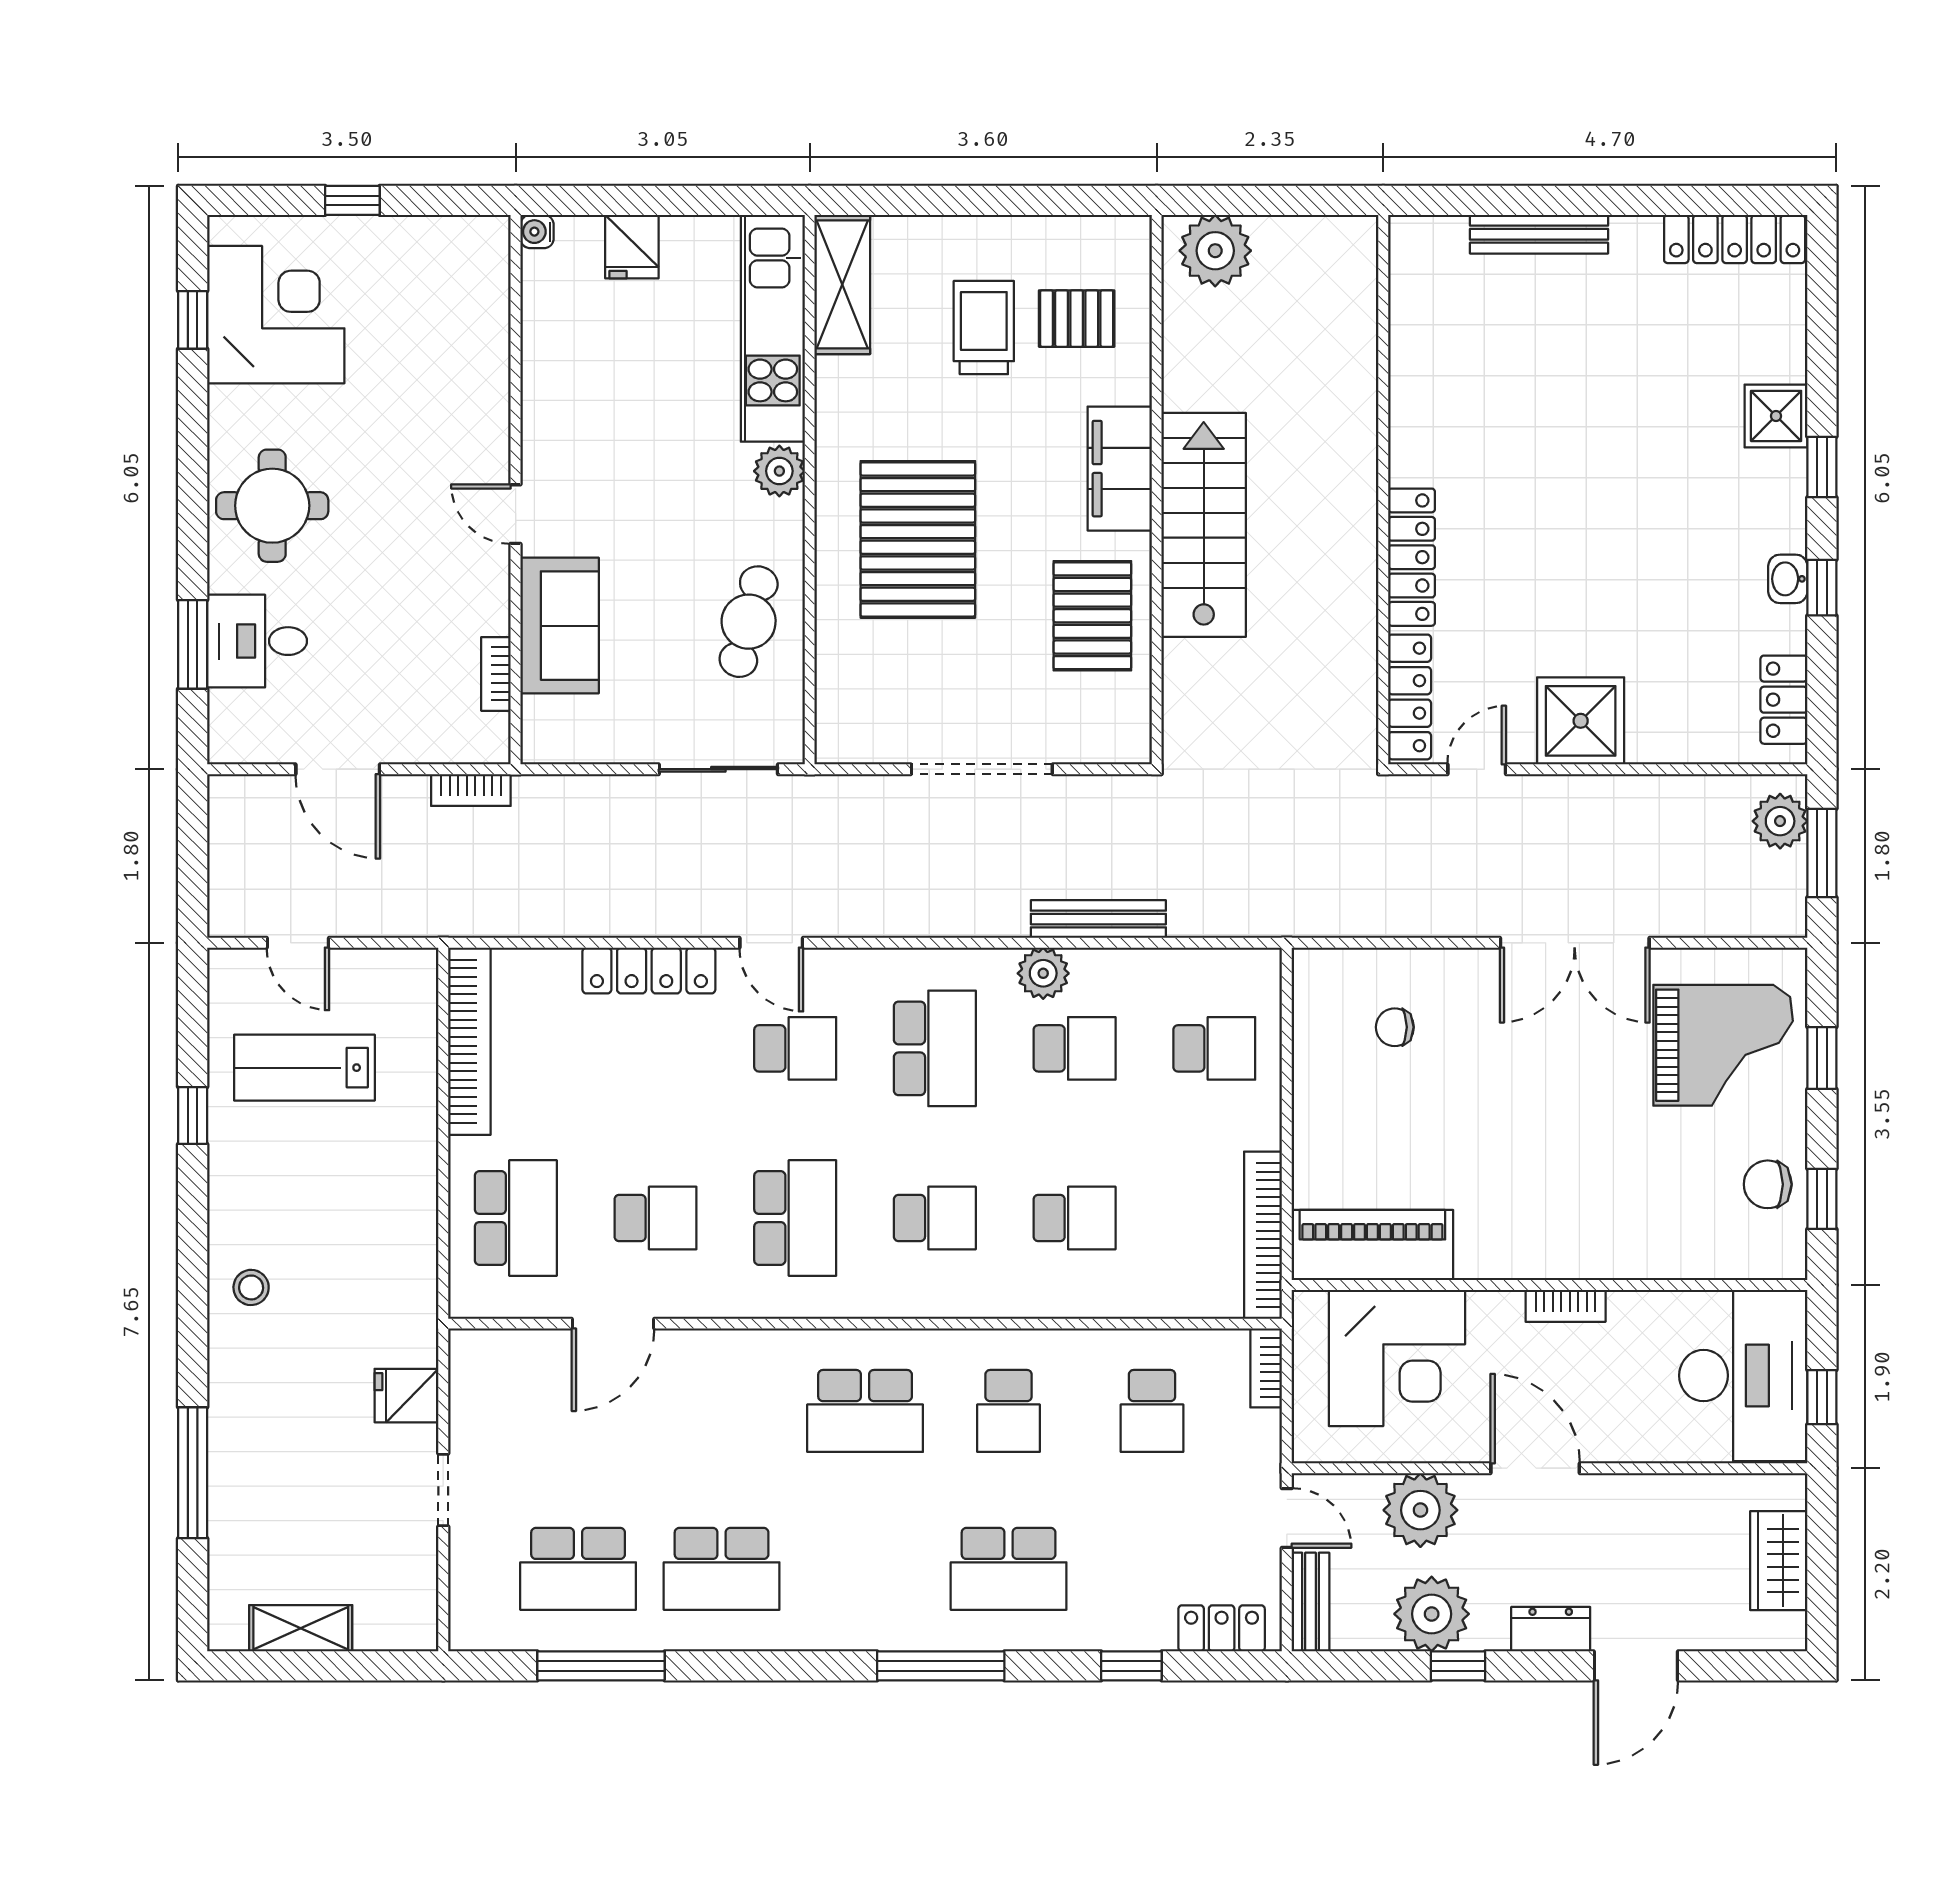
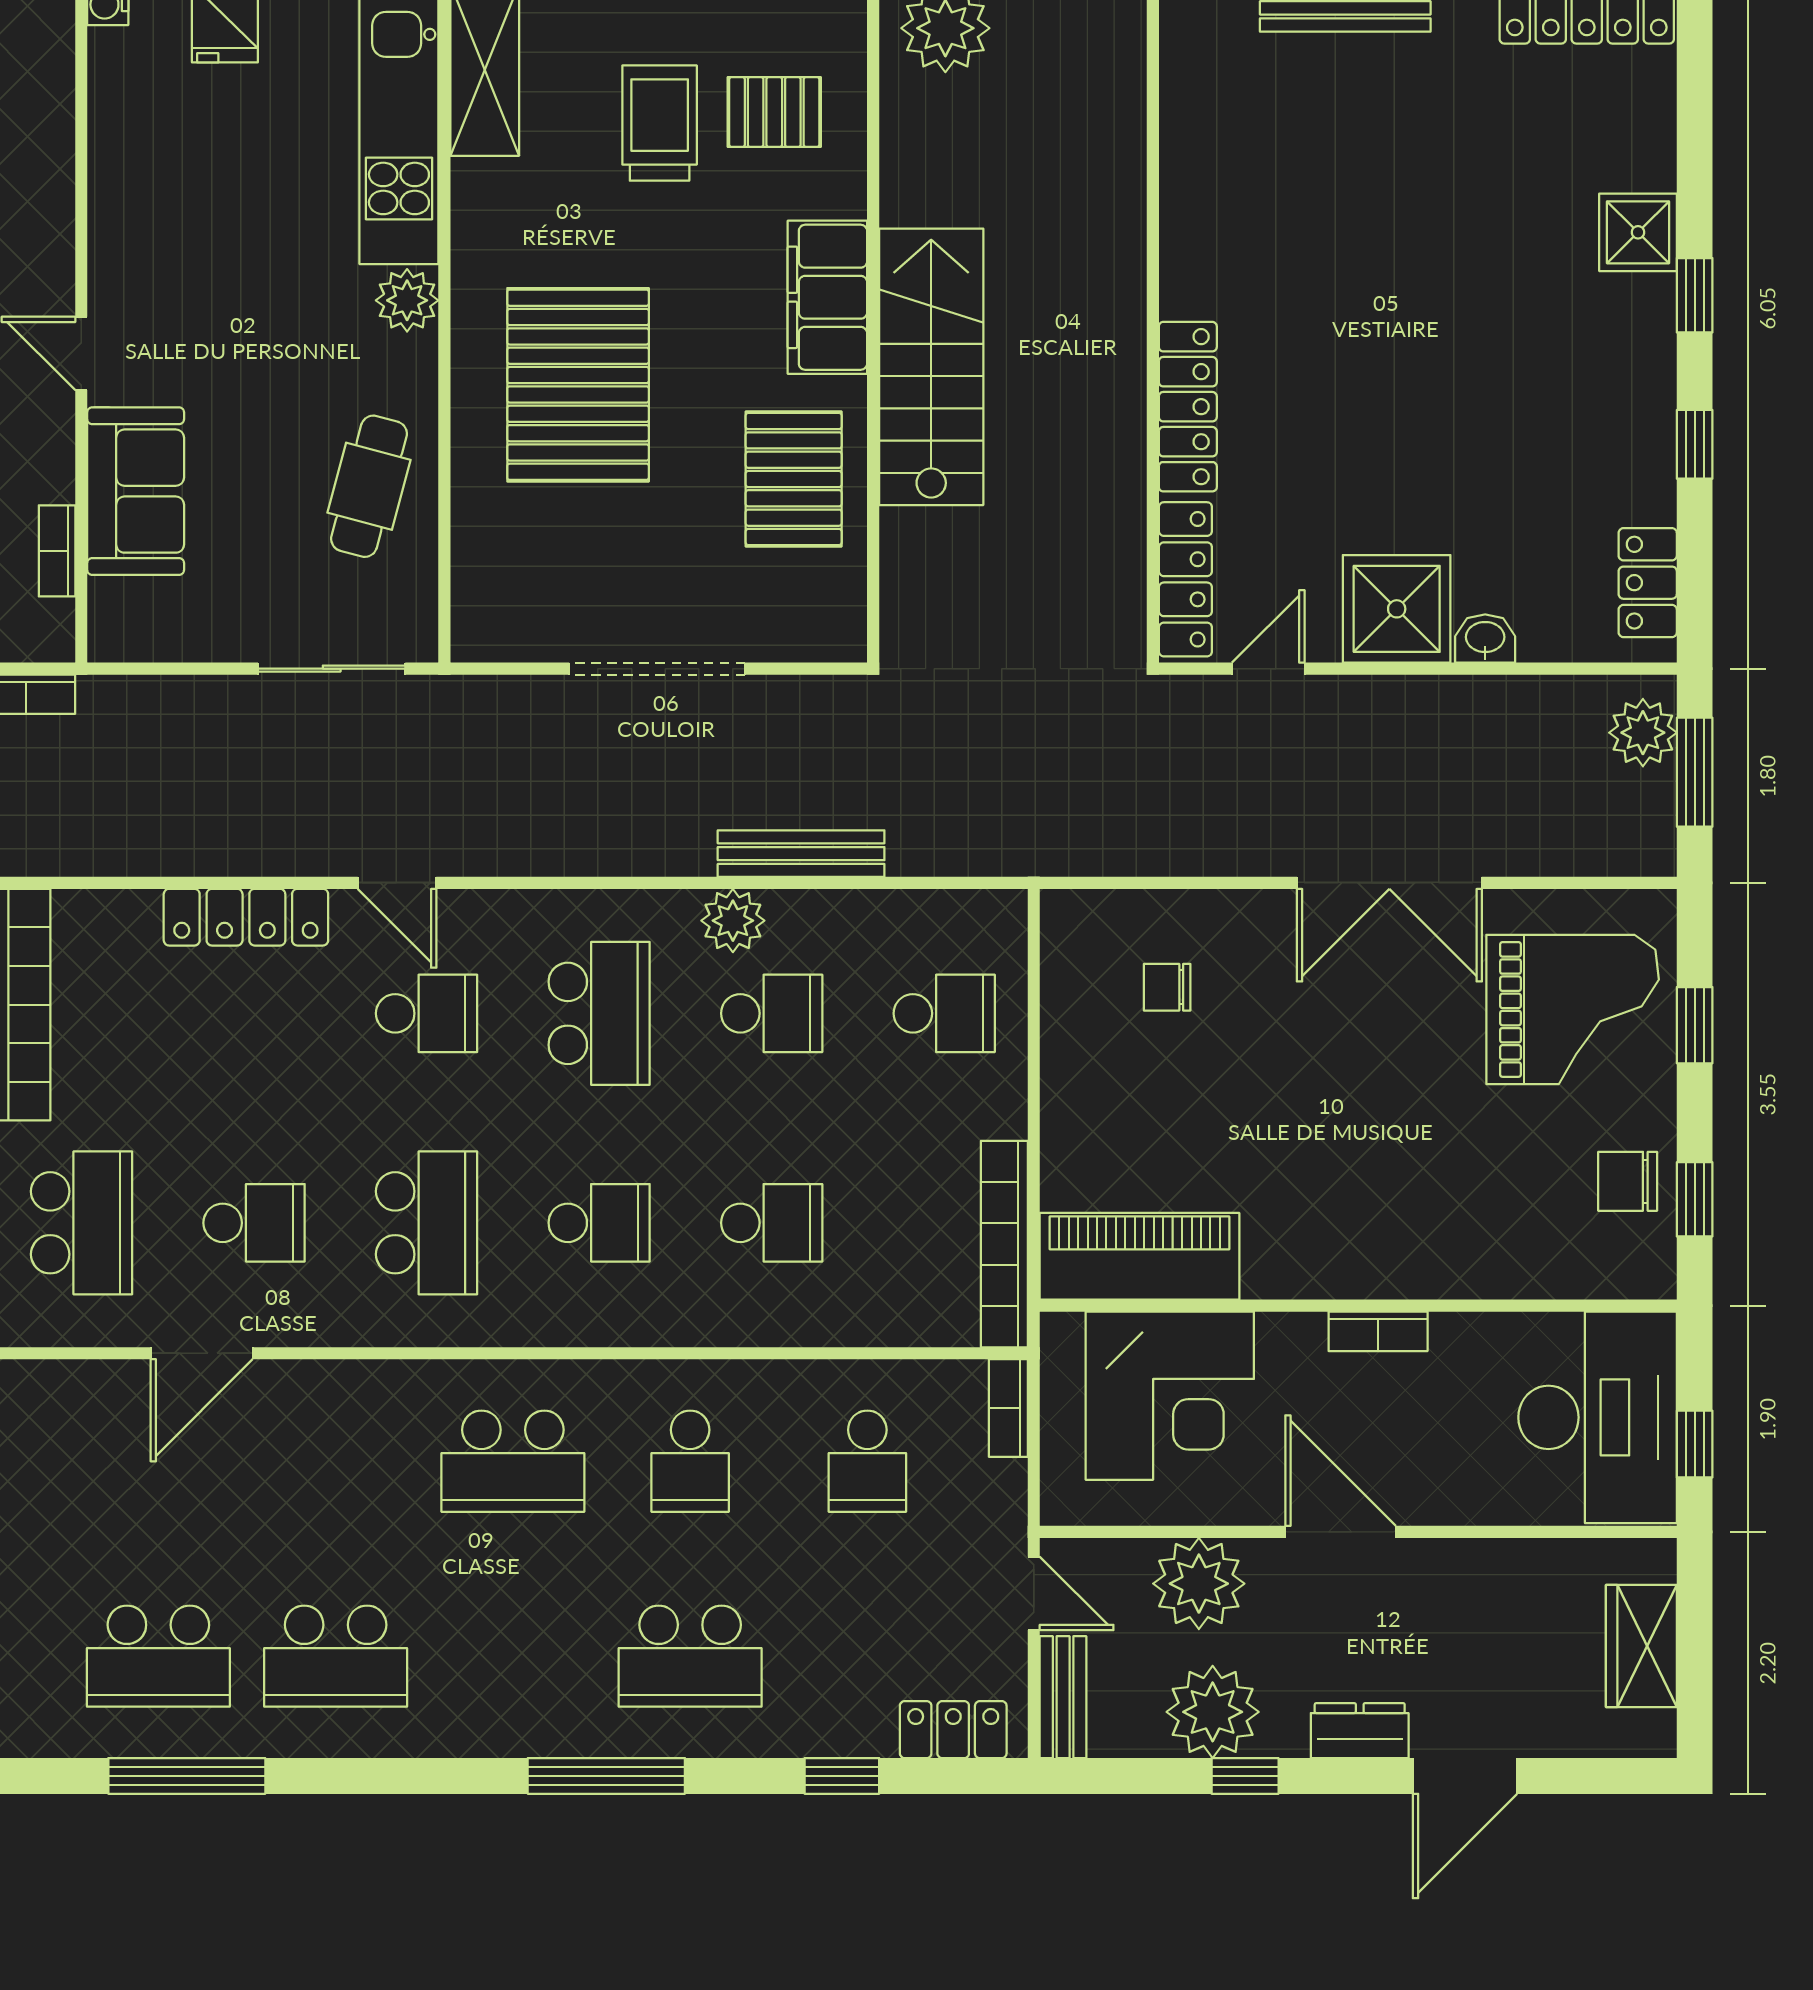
washbasin: (1788, 579) -> (1485, 638), moved, turned 90

